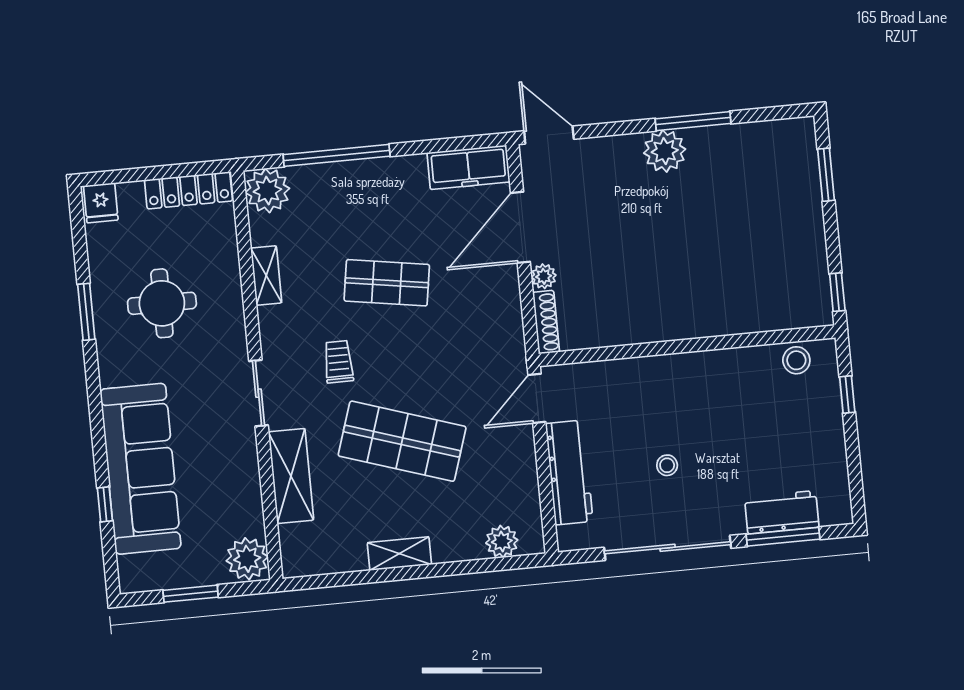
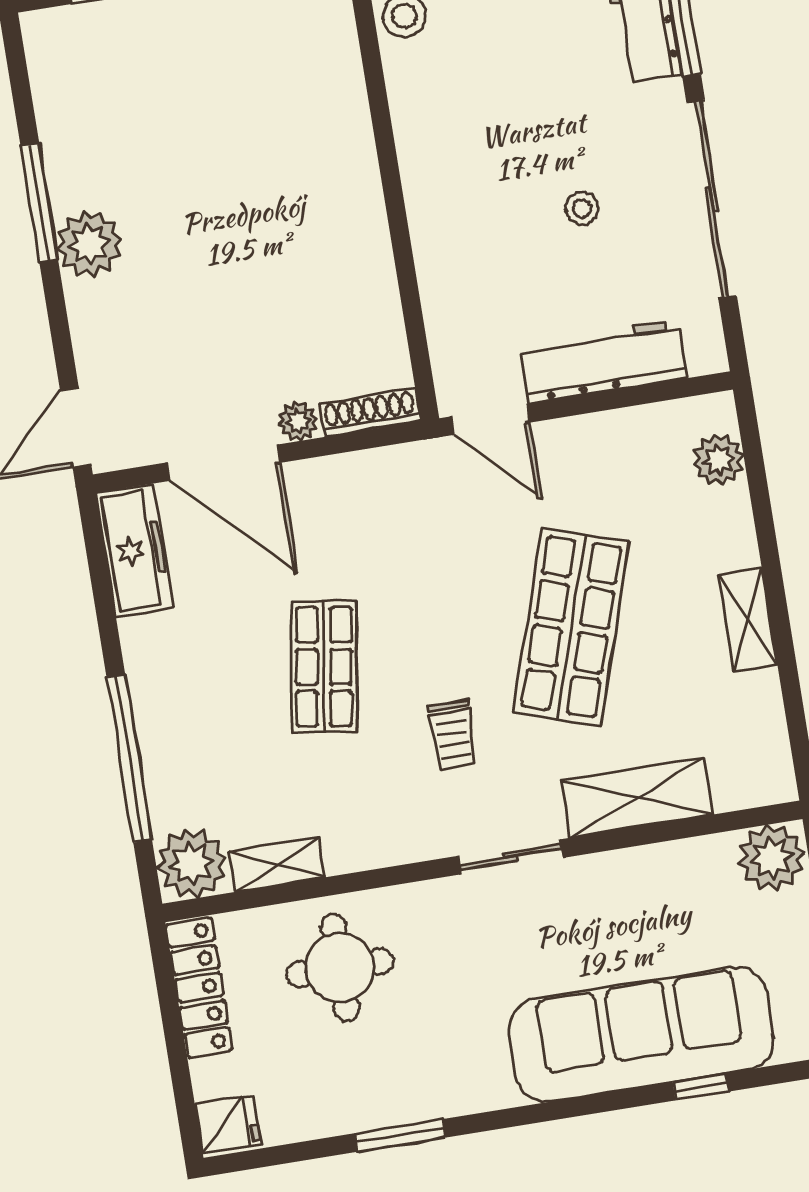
shelving: (266, 276) -> (277, 865), moved
round table: (162, 303) -> (340, 968), moved
trolley: (339, 362) -> (453, 735), turned -90

